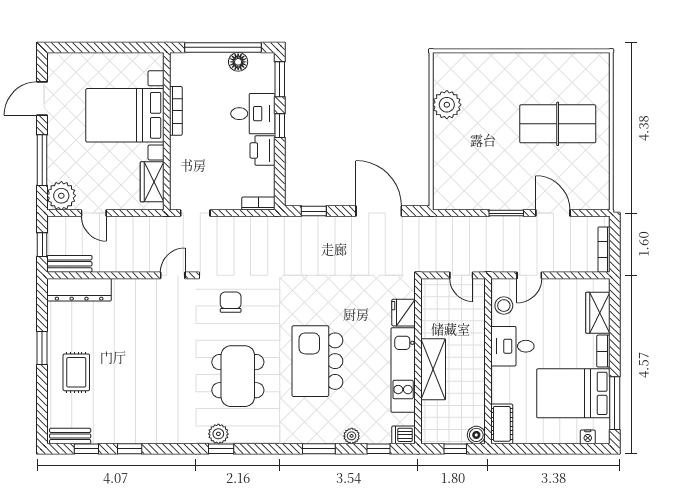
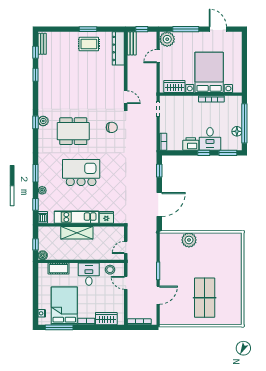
plant: (447, 105) -> (189, 240), moved
rug: (76, 372) -> (89, 44), moved
cot: (502, 424) -> (59, 269), moved

